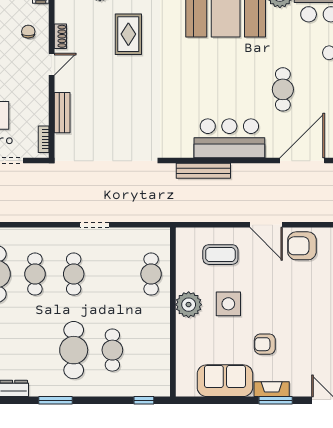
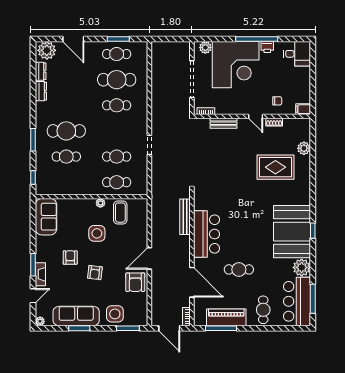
rug: (128, 34) -> (275, 167), width x1.36, depth x1.43
armchair: (302, 246) -> (135, 282), turned 180
coffee table: (220, 255) -> (120, 213), moved
cafe table: (74, 274) -> (117, 157), moved
plant: (189, 305) -> (100, 203), width x0.53, depth x0.53
armchair: (287, 307) -> (95, 273), added
sofa: (225, 381) -> (46, 217), moved
fireplace: (272, 389) -> (40, 274), moved
window: (55, 400) -> (33, 140), moved

